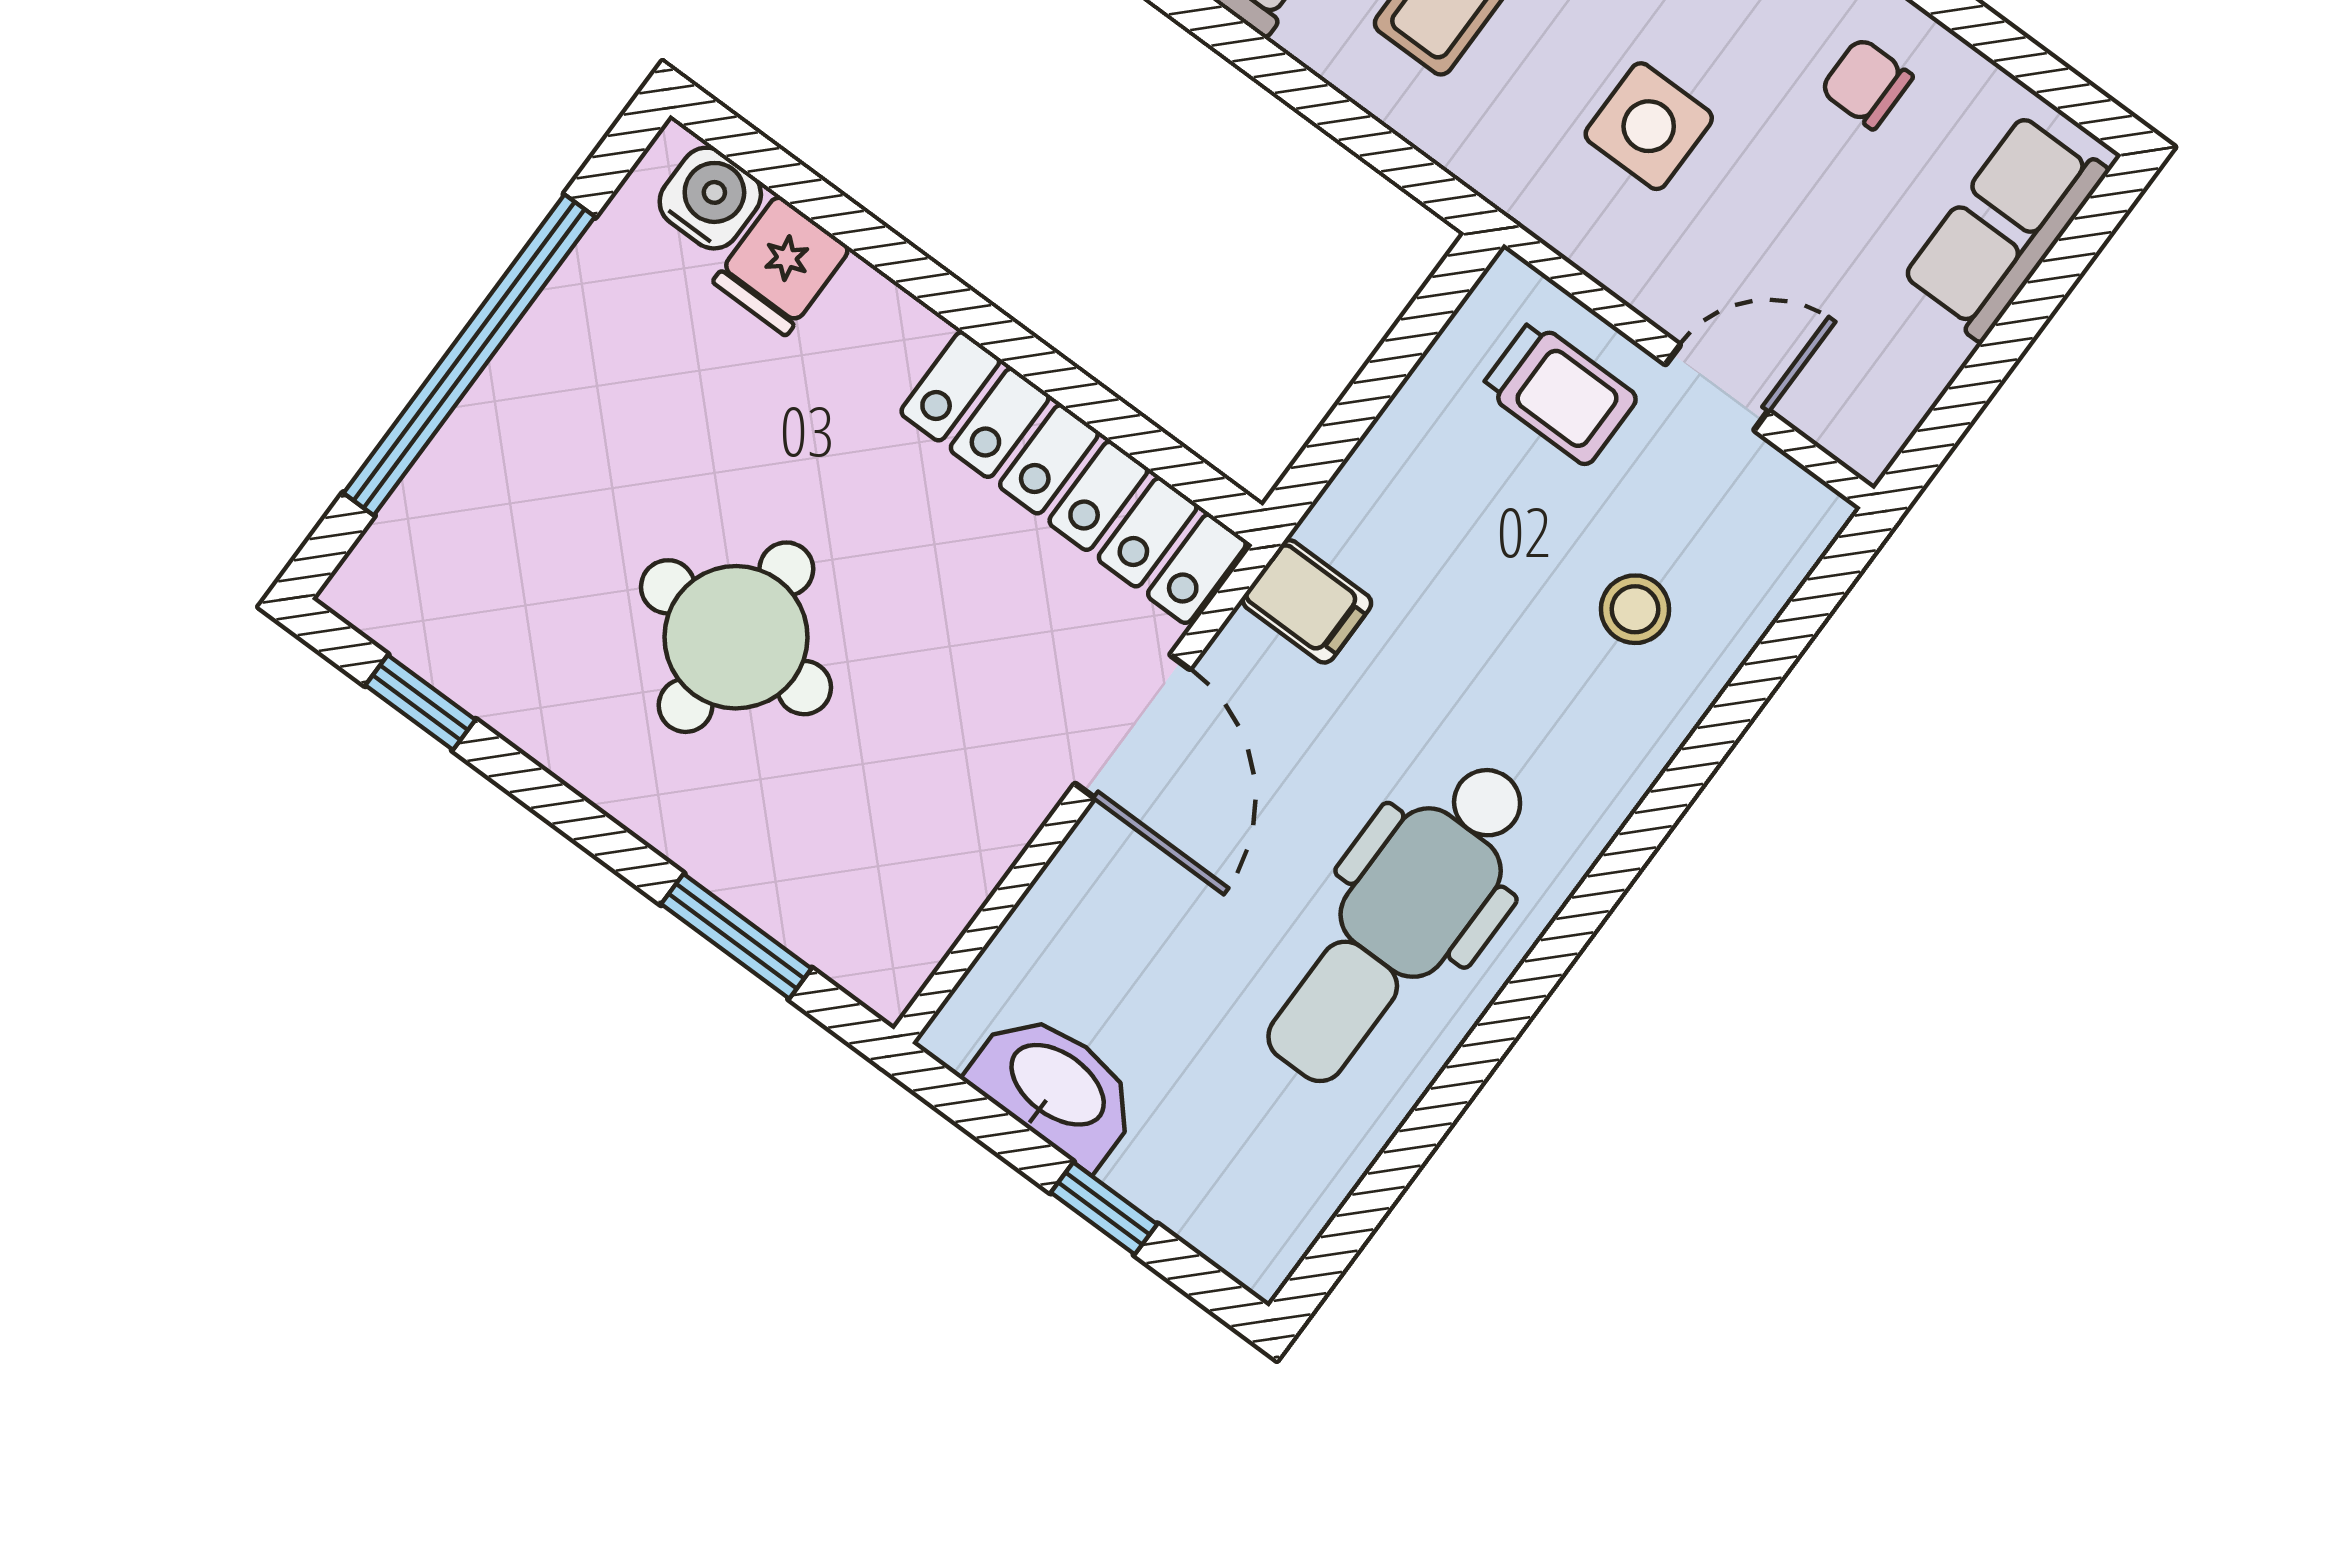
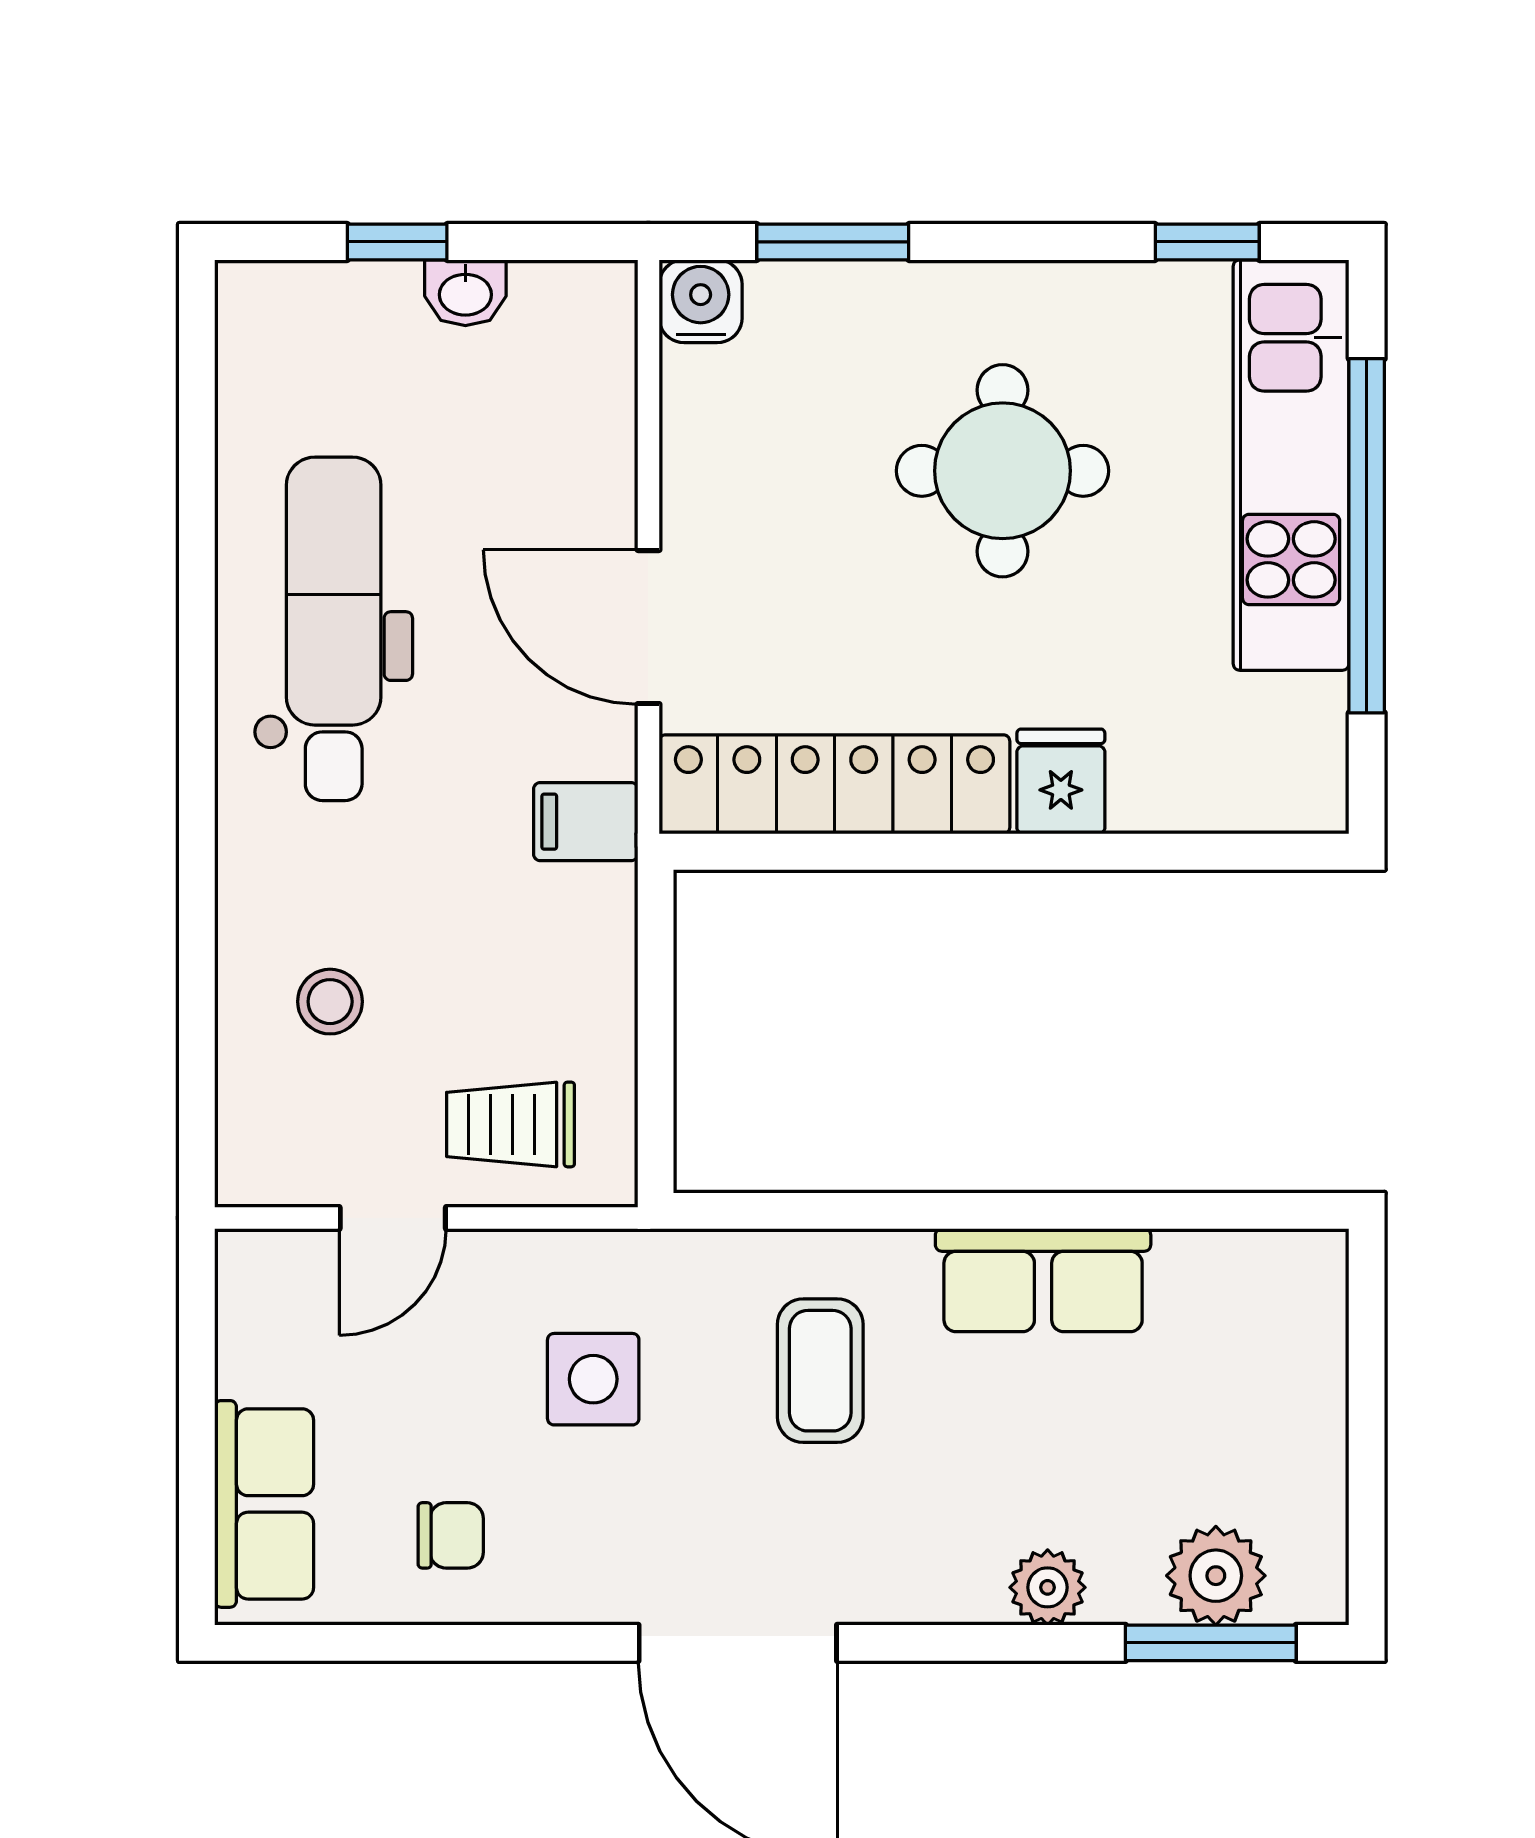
water cooler: (710, 198) -> (701, 301), moved, turned 180
fridge: (782, 265) -> (1061, 781), moved
kitchen unit: (489, 462) -> (1291, 465), added
washbasin: (1056, 1087) -> (465, 293), width x0.52, depth x0.69

